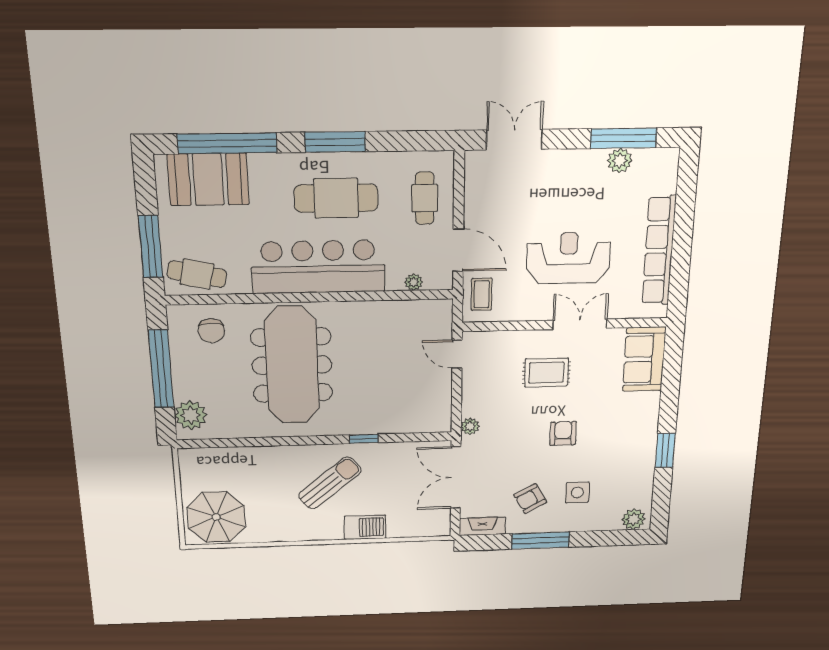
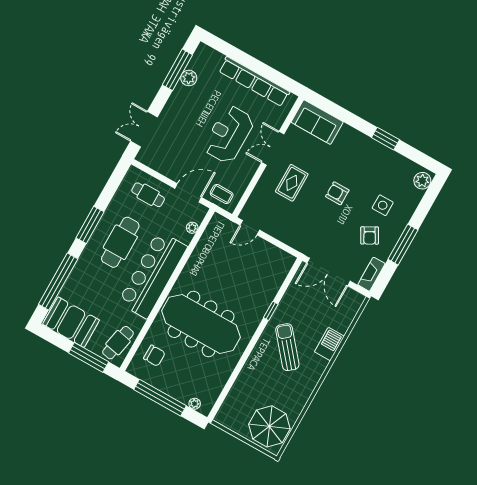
booth: (208, 180) -> (71, 322), moved, turned 90
plant: (191, 415) -> (195, 404), width x0.53, depth x0.53
plant: (470, 426) -> (300, 245), removed

